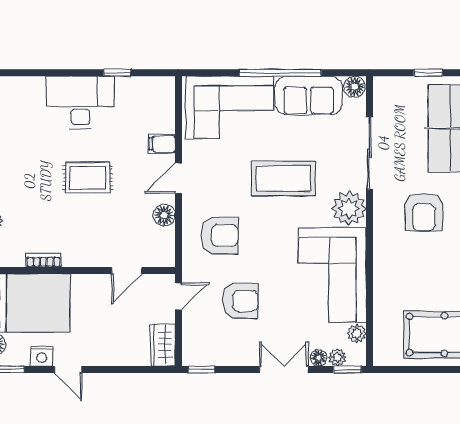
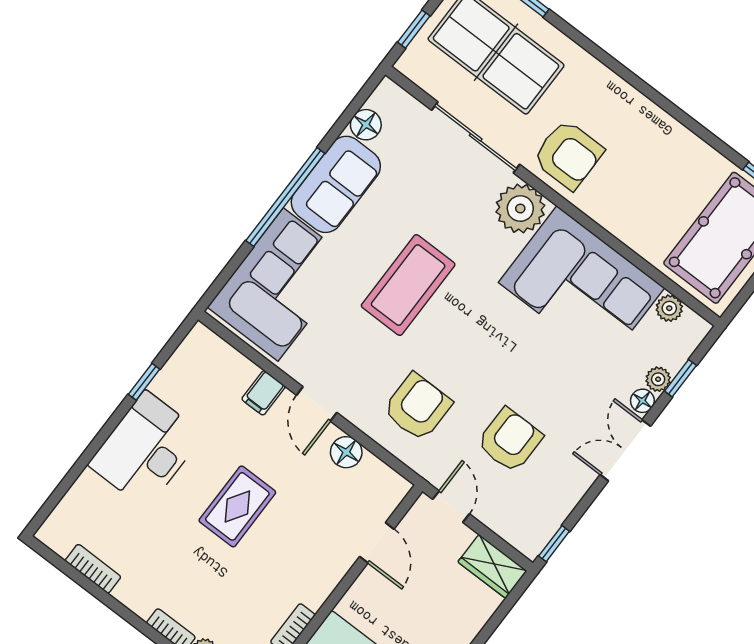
sliding door: (370, 153) -> (476, 137), moved
plant: (349, 208) -> (520, 209), moved
wall: (370, 221) -> (553, 196), moved
corner sofa: (332, 275) -> (581, 285), moved
plant: (357, 333) -> (669, 308), moved

